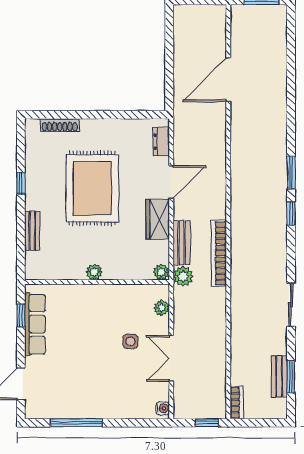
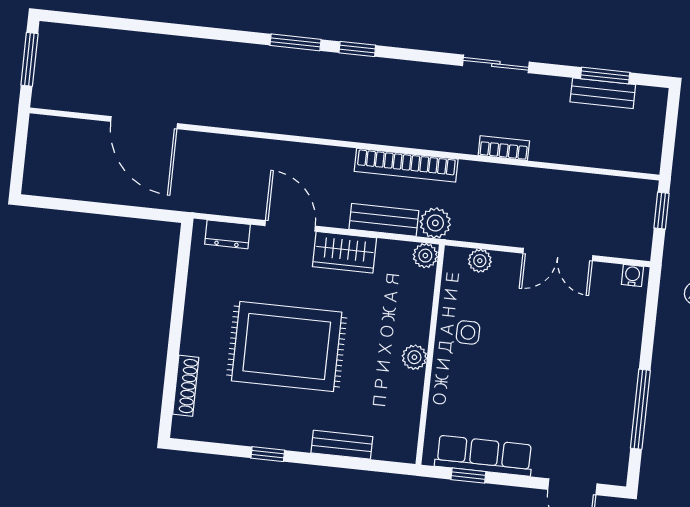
side table: (130, 341) -> (468, 332), moved
bookcase: (237, 403) -> (504, 148), moved

